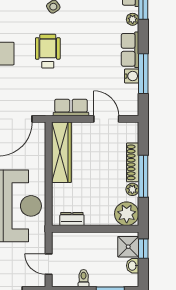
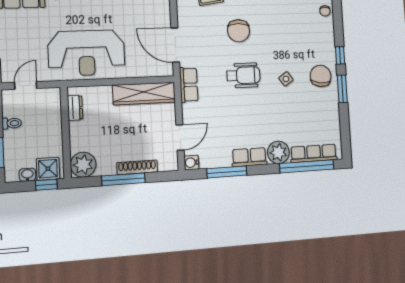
plant: (133, 19) -> (278, 152), width x1.88, depth x1.88
water cooler: (132, 76) -> (191, 163), moved, turned 90
row of seats: (71, 107) -> (189, 85), moved
plant: (132, 189) -> (109, 169), removed

